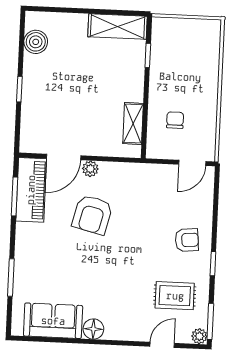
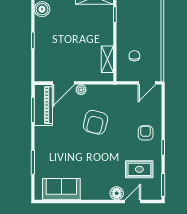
armchair: (92, 215) -> (95, 122), moved
armchair: (187, 240) -> (146, 133), turned -85
floor lamp: (93, 329) -> (117, 193), moved
plant: (199, 336) -> (156, 195), removed

